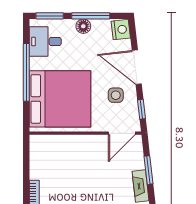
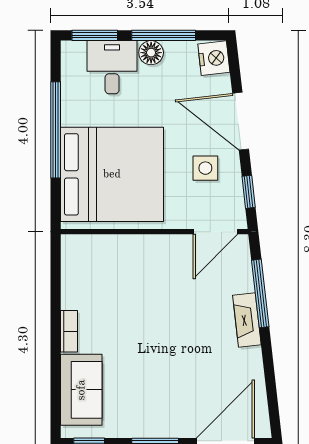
desk: (45, 42) -> (112, 67), moved, turned 90
window: (149, 170) -> (260, 293), width x1.44

